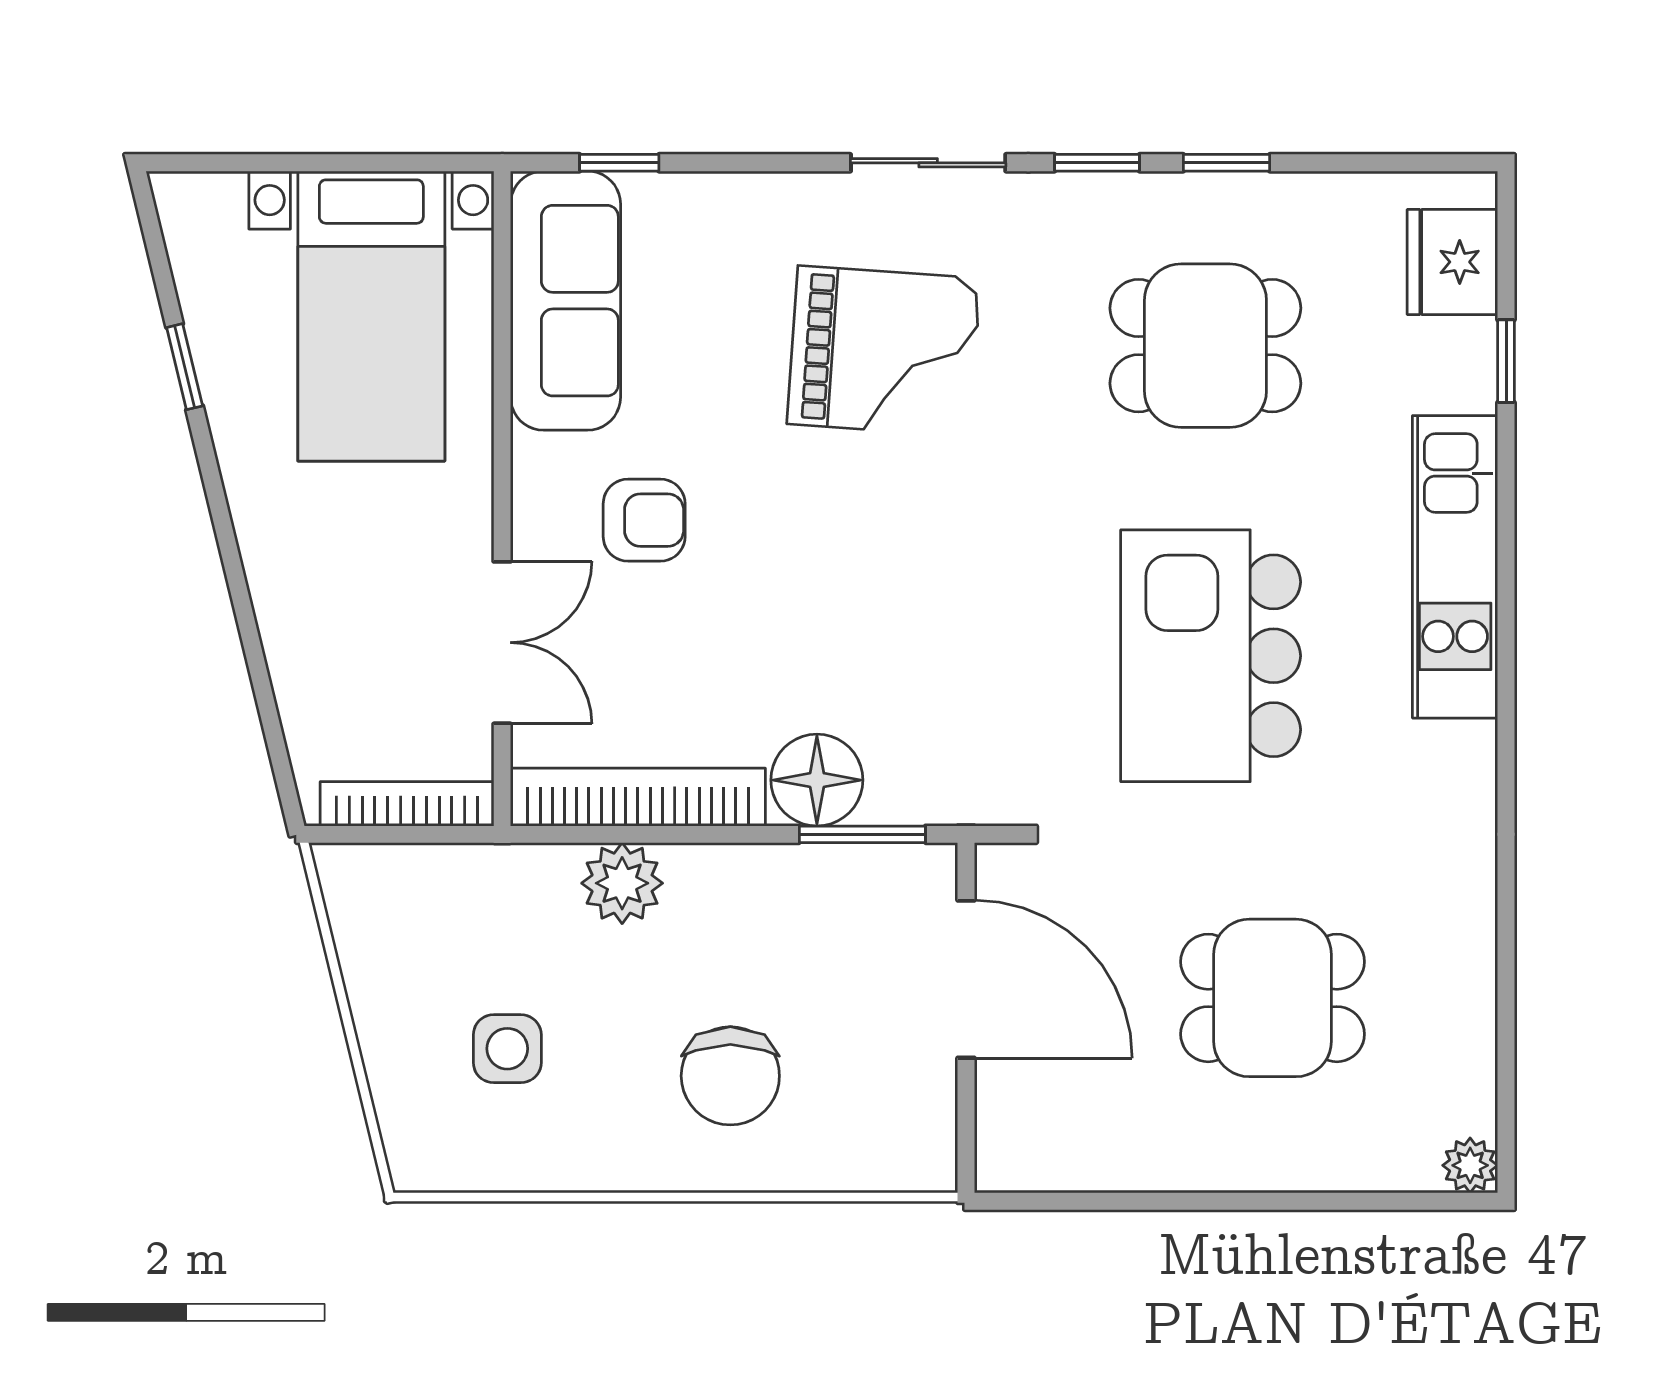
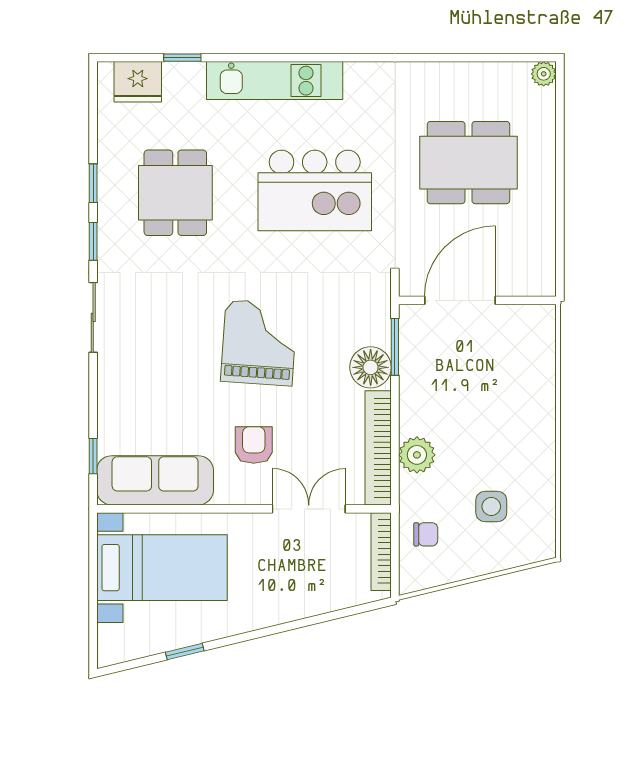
grand piano: (884, 351) -> (259, 343), moved
dining table: (1273, 998) -> (468, 163), width x1.37
chair: (730, 1076) -> (426, 534), moved, width x0.54, depth x0.54

